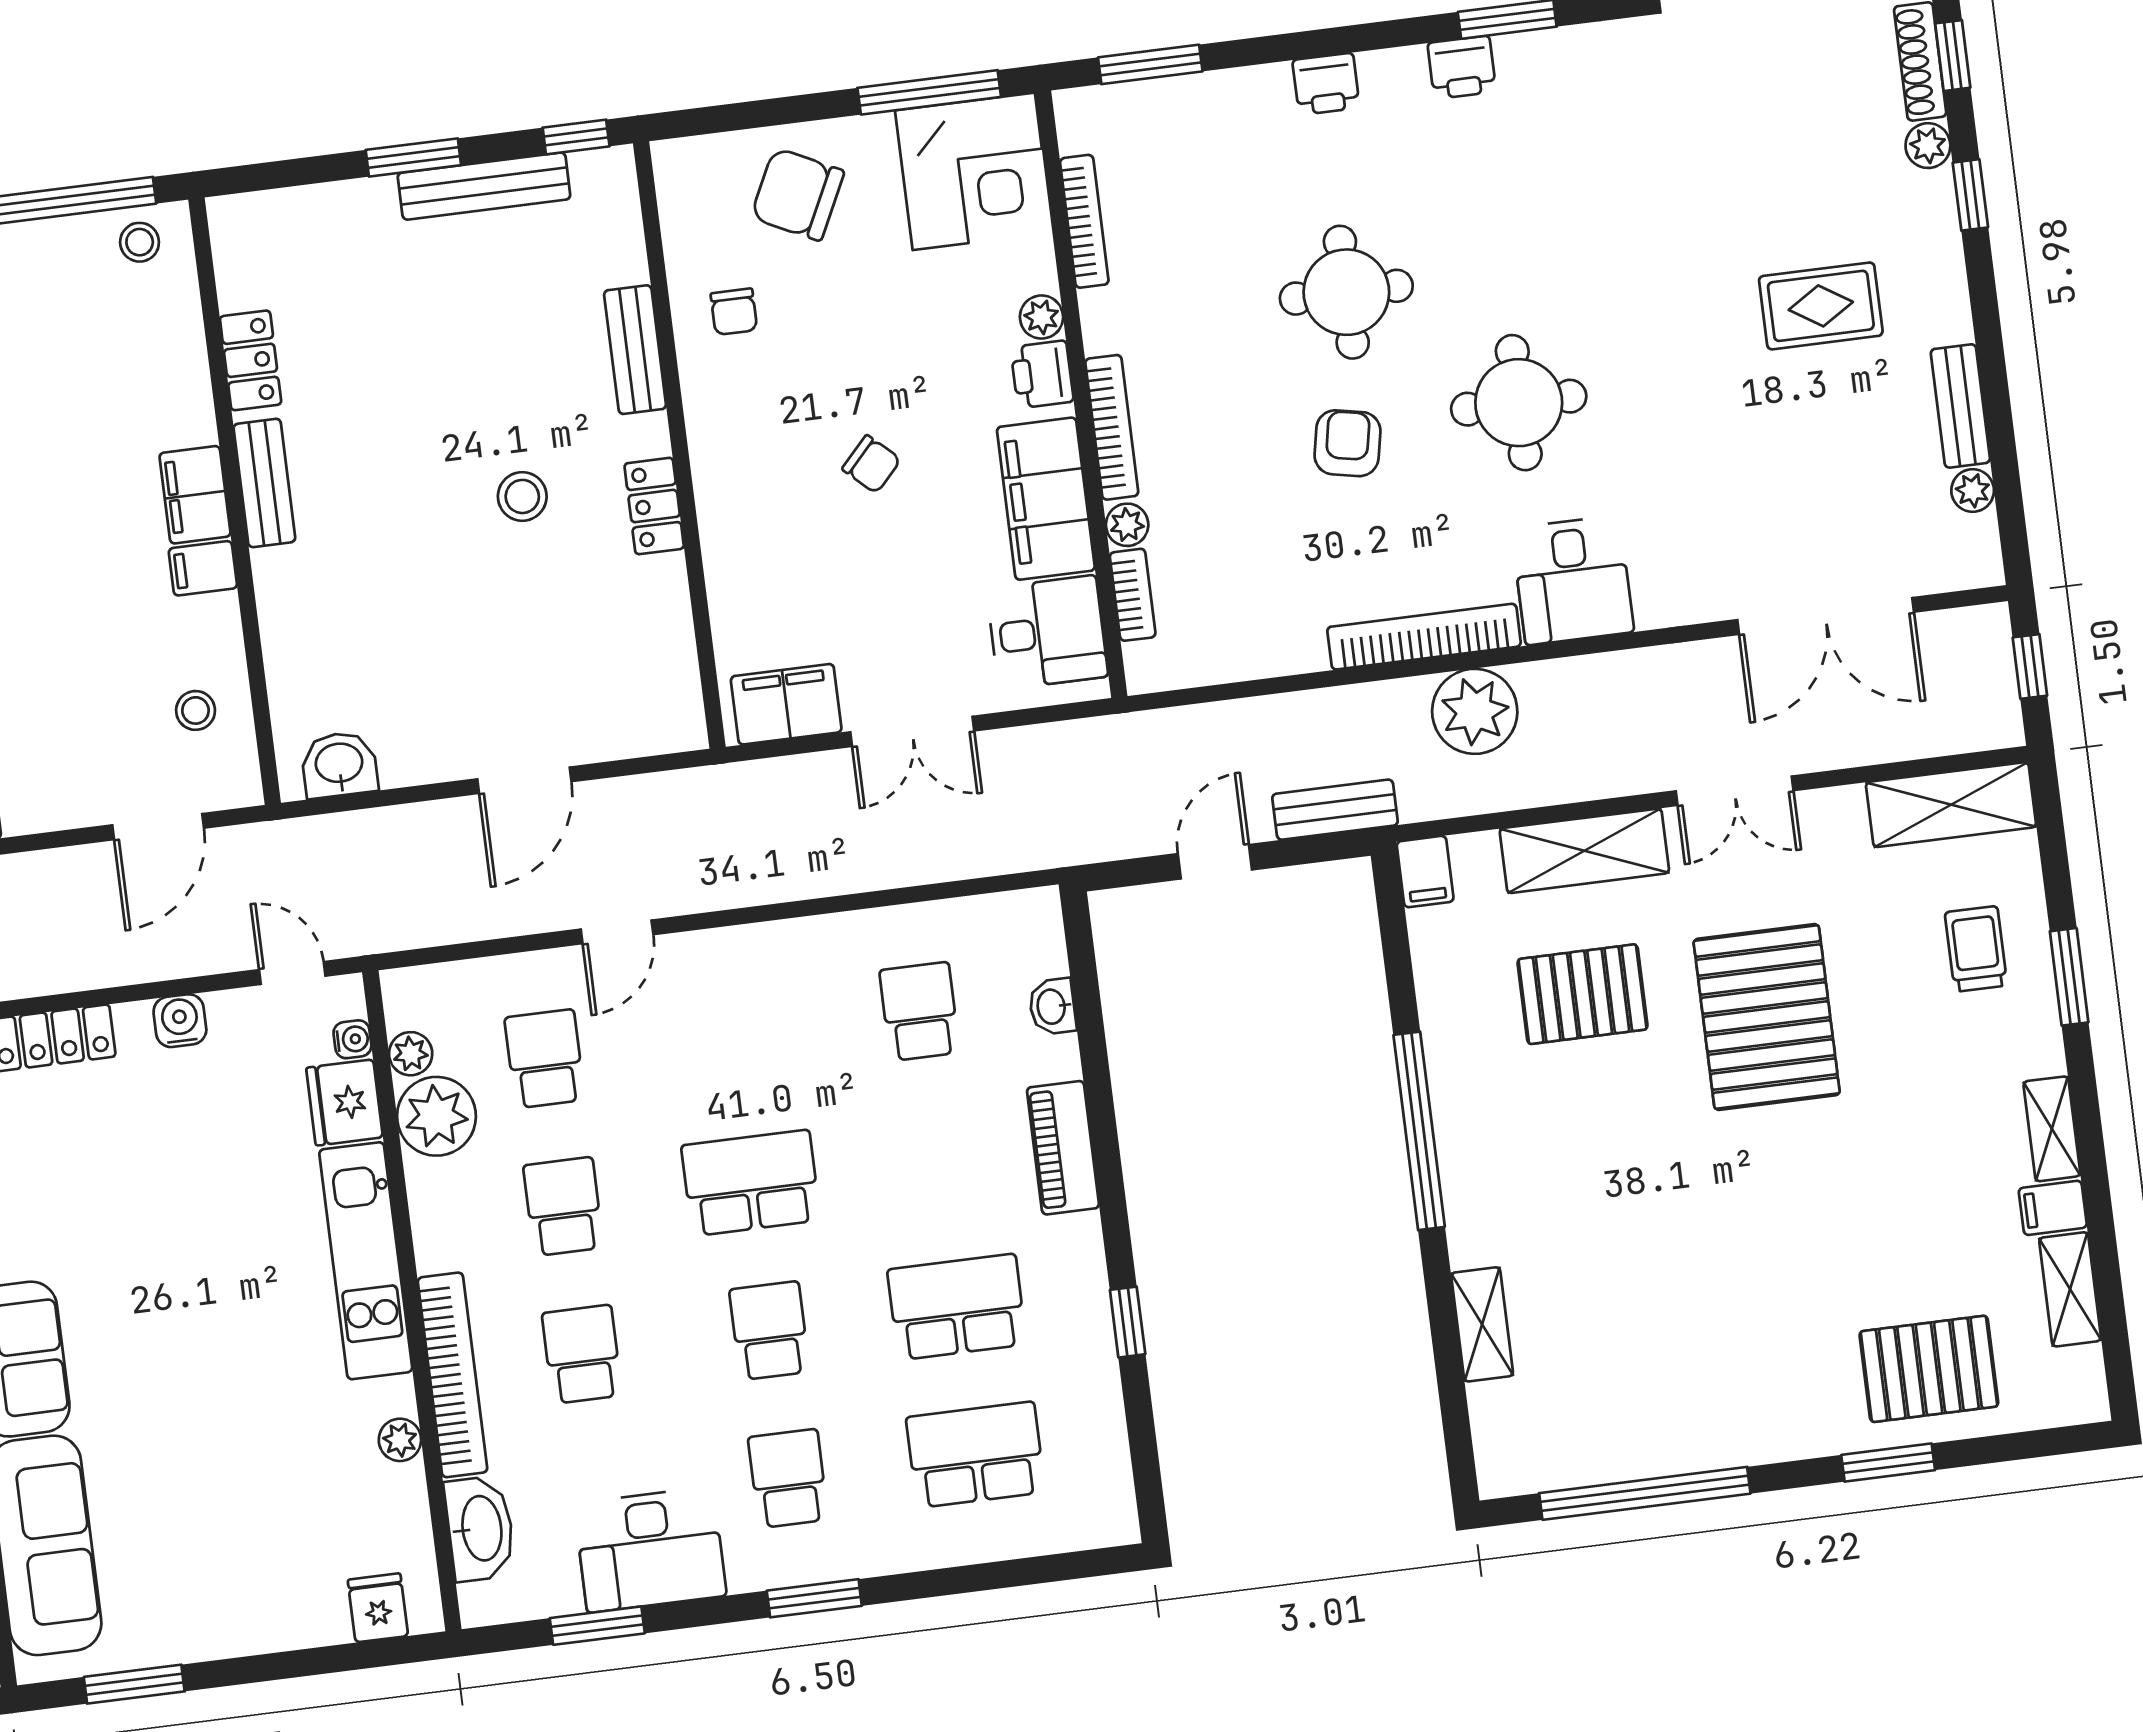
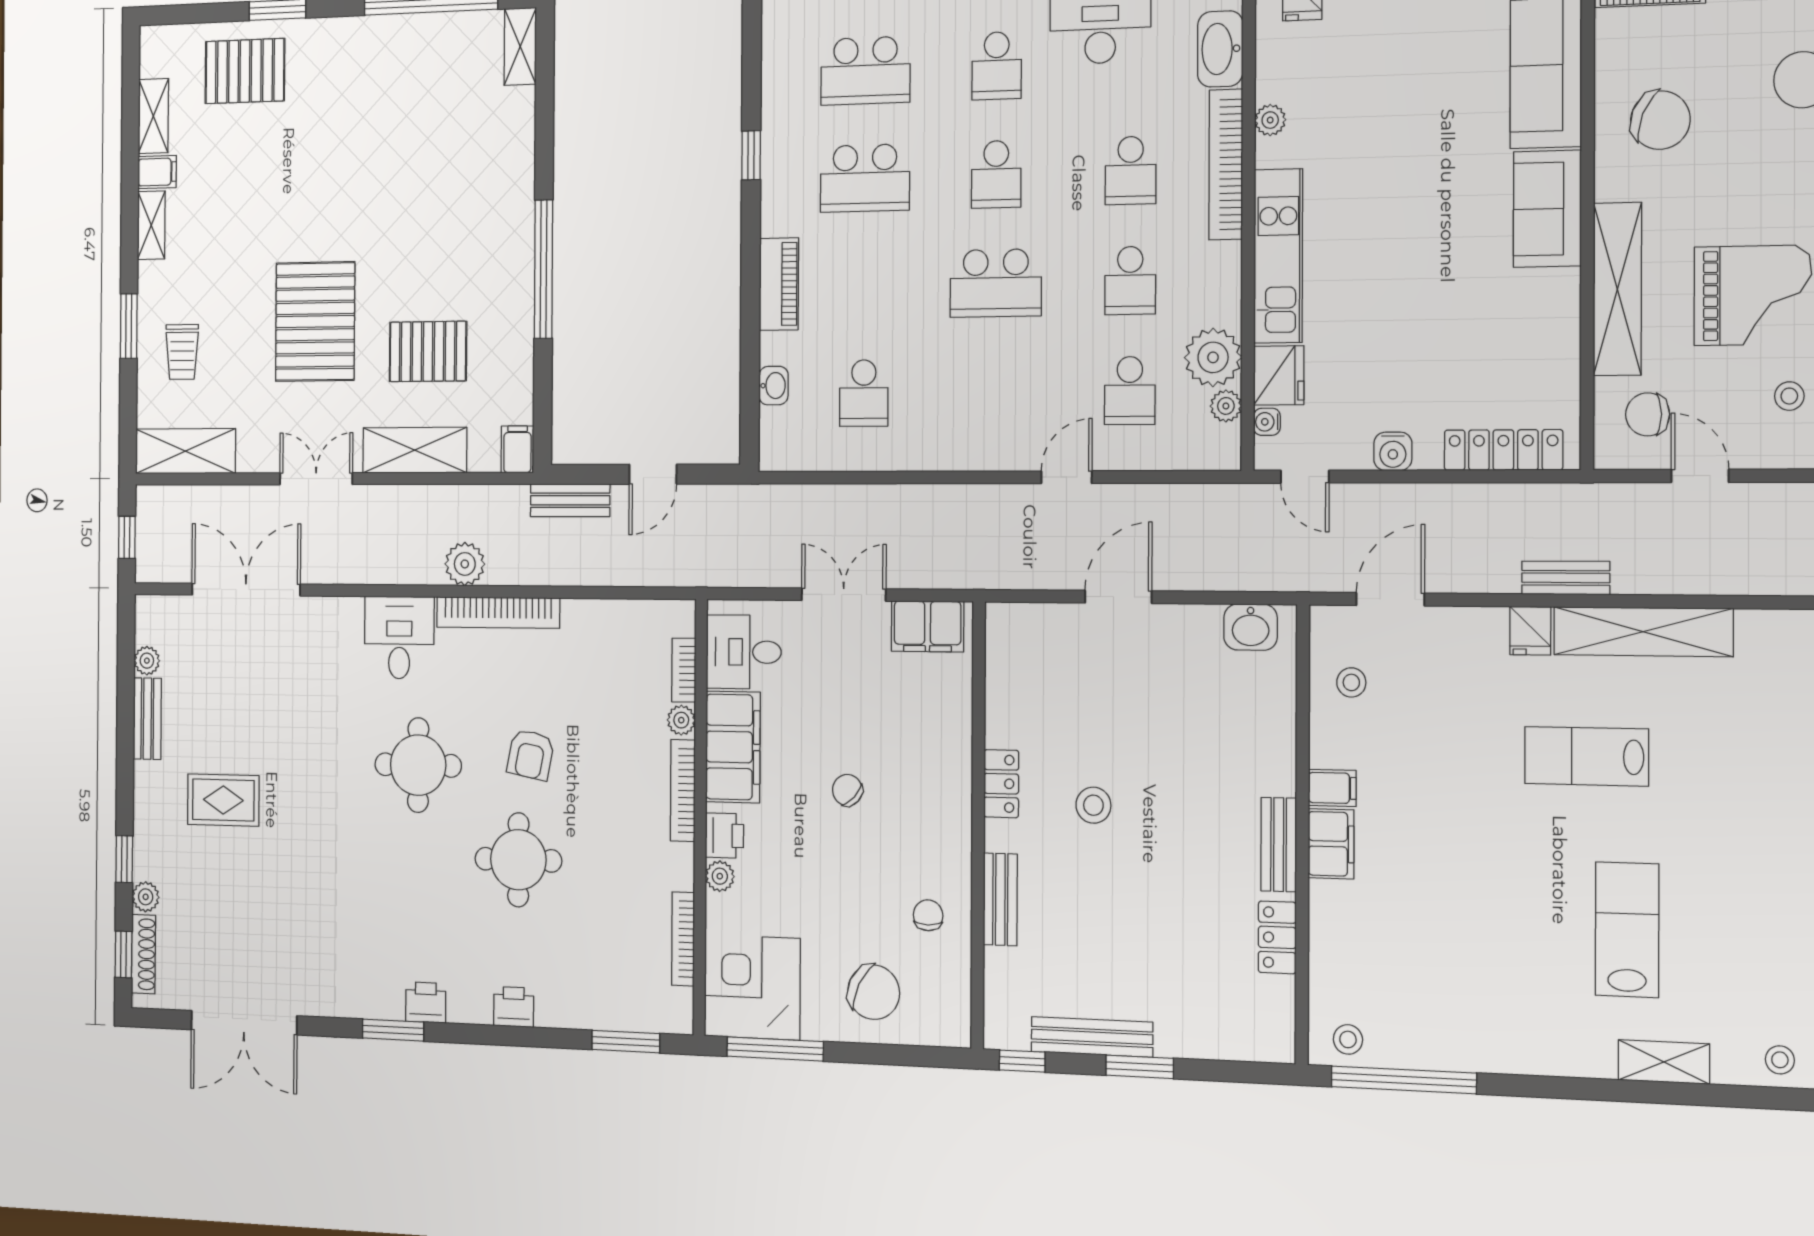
plant: (1475, 711) -> (465, 564), width x0.73, depth x0.73
shelving: (1482, 1324) -> (520, 46), moved

